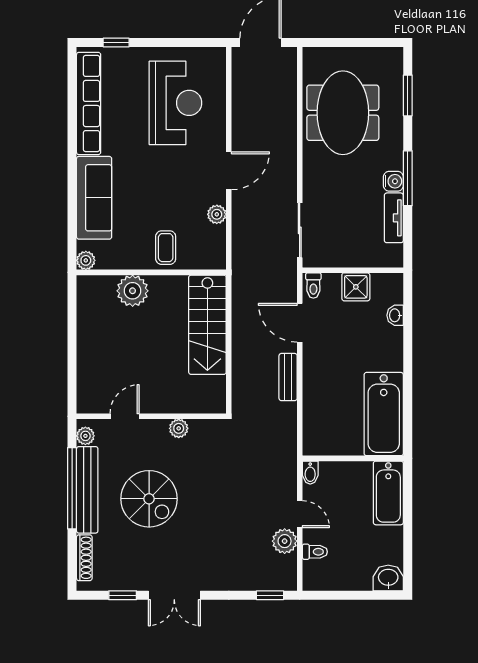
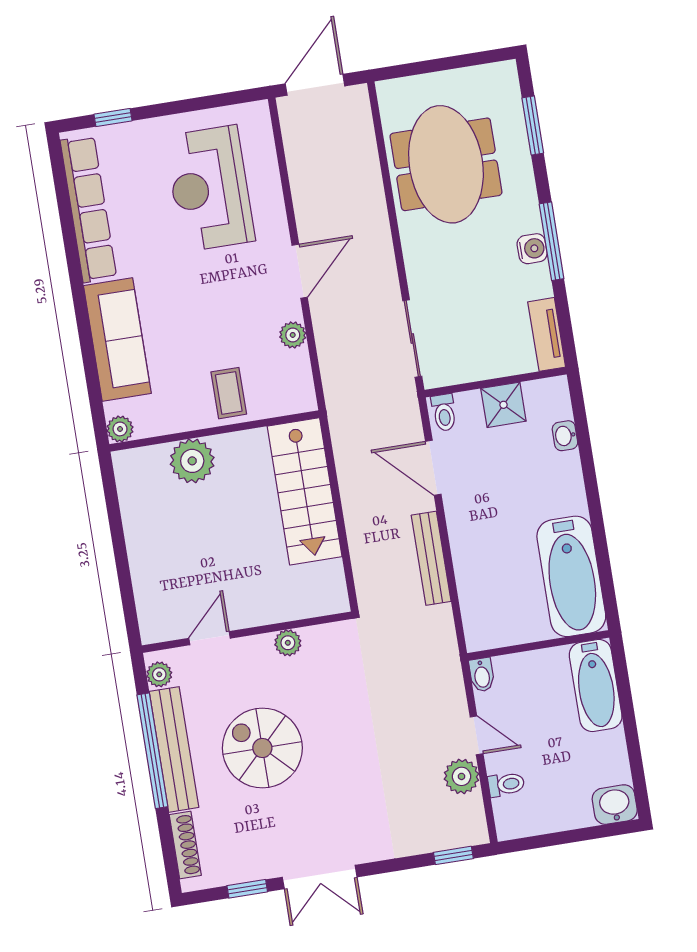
reception desk: (175, 103) -> (210, 188), turned 180
tv unit: (394, 218) -> (547, 334), moved
bench: (288, 377) -> (431, 558), width x1.36
spiral stairs: (149, 499) -> (262, 748), turned 180

